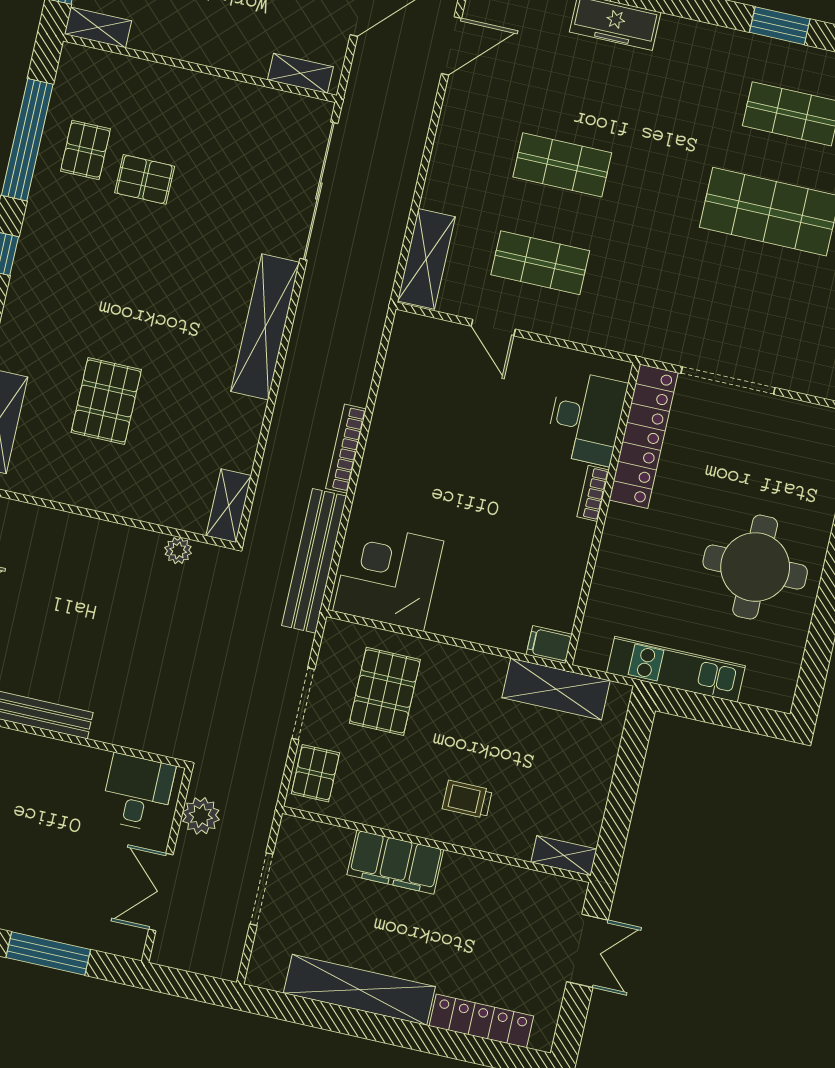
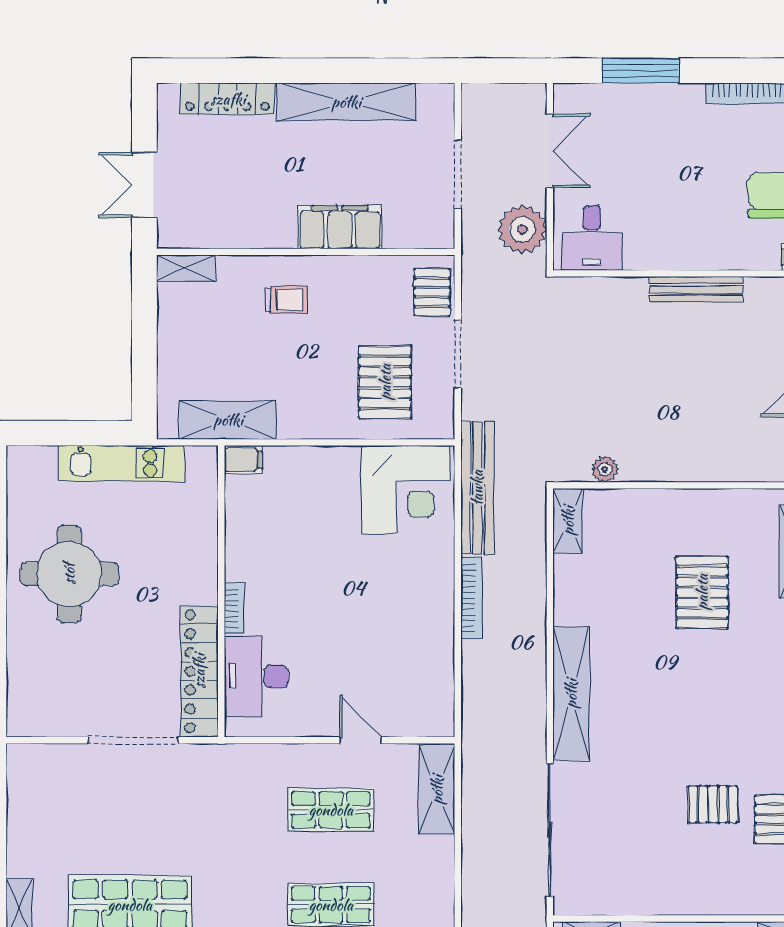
plant: (201, 816) -> (522, 229), width x1.36, depth x1.36

